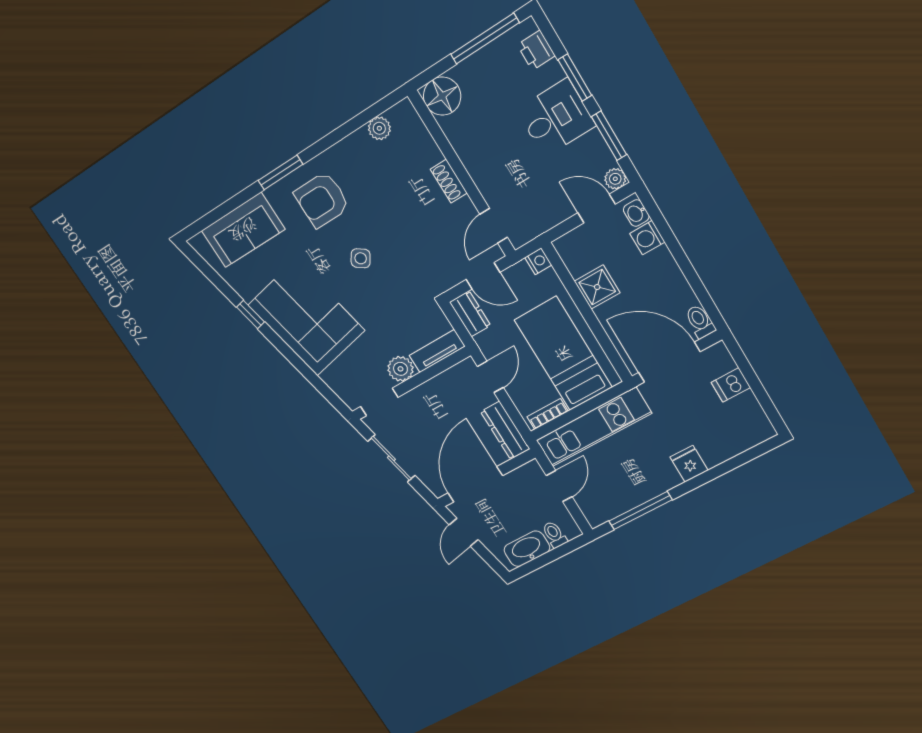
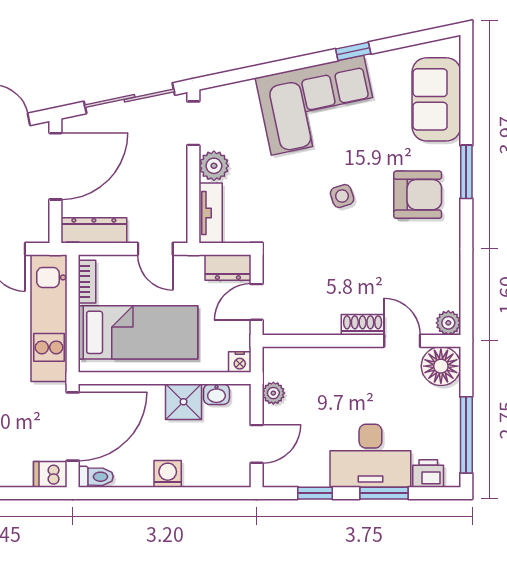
desk: (556, 118) -> (370, 456), width x1.37
plant: (379, 128) -> (448, 323), moved
window: (609, 136) -> (315, 493), width x0.67
plant: (615, 179) -> (273, 393), moved
armchair: (322, 200) -> (418, 195), turned 90
washbasin: (636, 213) -> (216, 394), moved, turned 180
door: (494, 226) -> (402, 341), moved
washing machine: (647, 238) -> (168, 474), moved
side table: (361, 258) -> (342, 196), turned 38
dishwasher: (731, 385) -> (50, 474), moved, turned -90
sliding door: (391, 458) -> (129, 98), width x1.37
door: (475, 484) -> (55, 166), hinge flipped

